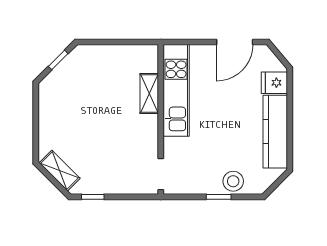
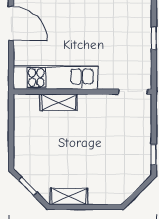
shelving: (60, 171) -> (69, 197), moved, turned 45
stool: (233, 181) -> (139, 25), removed

